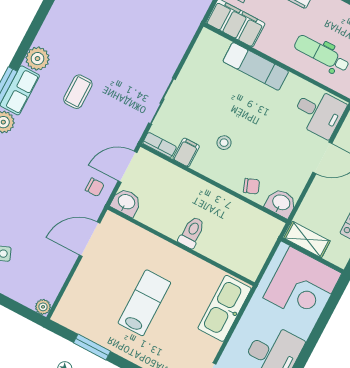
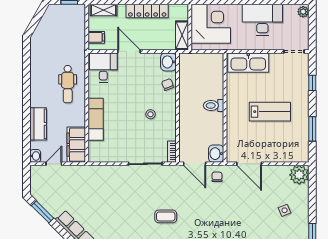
filing cabinet: (186, 152) -> (168, 134), removed
lab bench: (144, 303) -> (270, 112), turned 180
plant: (43, 307) -> (299, 175), width x1.87, depth x1.87

